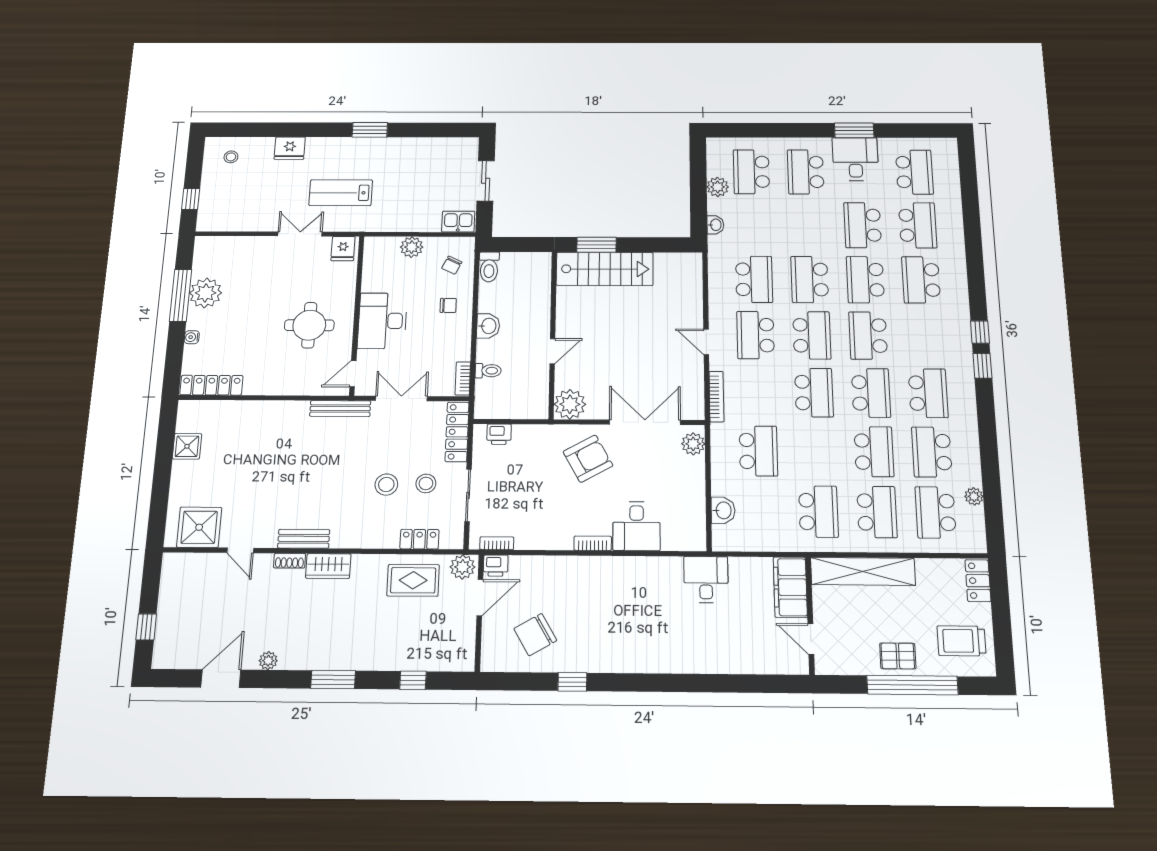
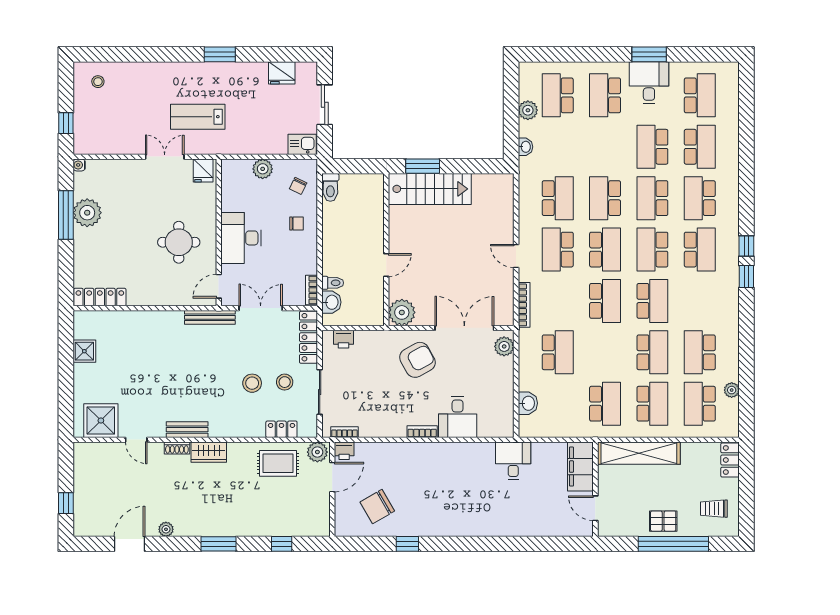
fridge: (290, 148) -> (282, 73), moved
washbasin: (488, 326) -> (331, 302), moved
water cooler: (192, 337) -> (79, 165), moved
school desk: (928, 393) -> (700, 250), moved
trolley: (961, 641) -> (714, 509), width x0.73, depth x0.72

